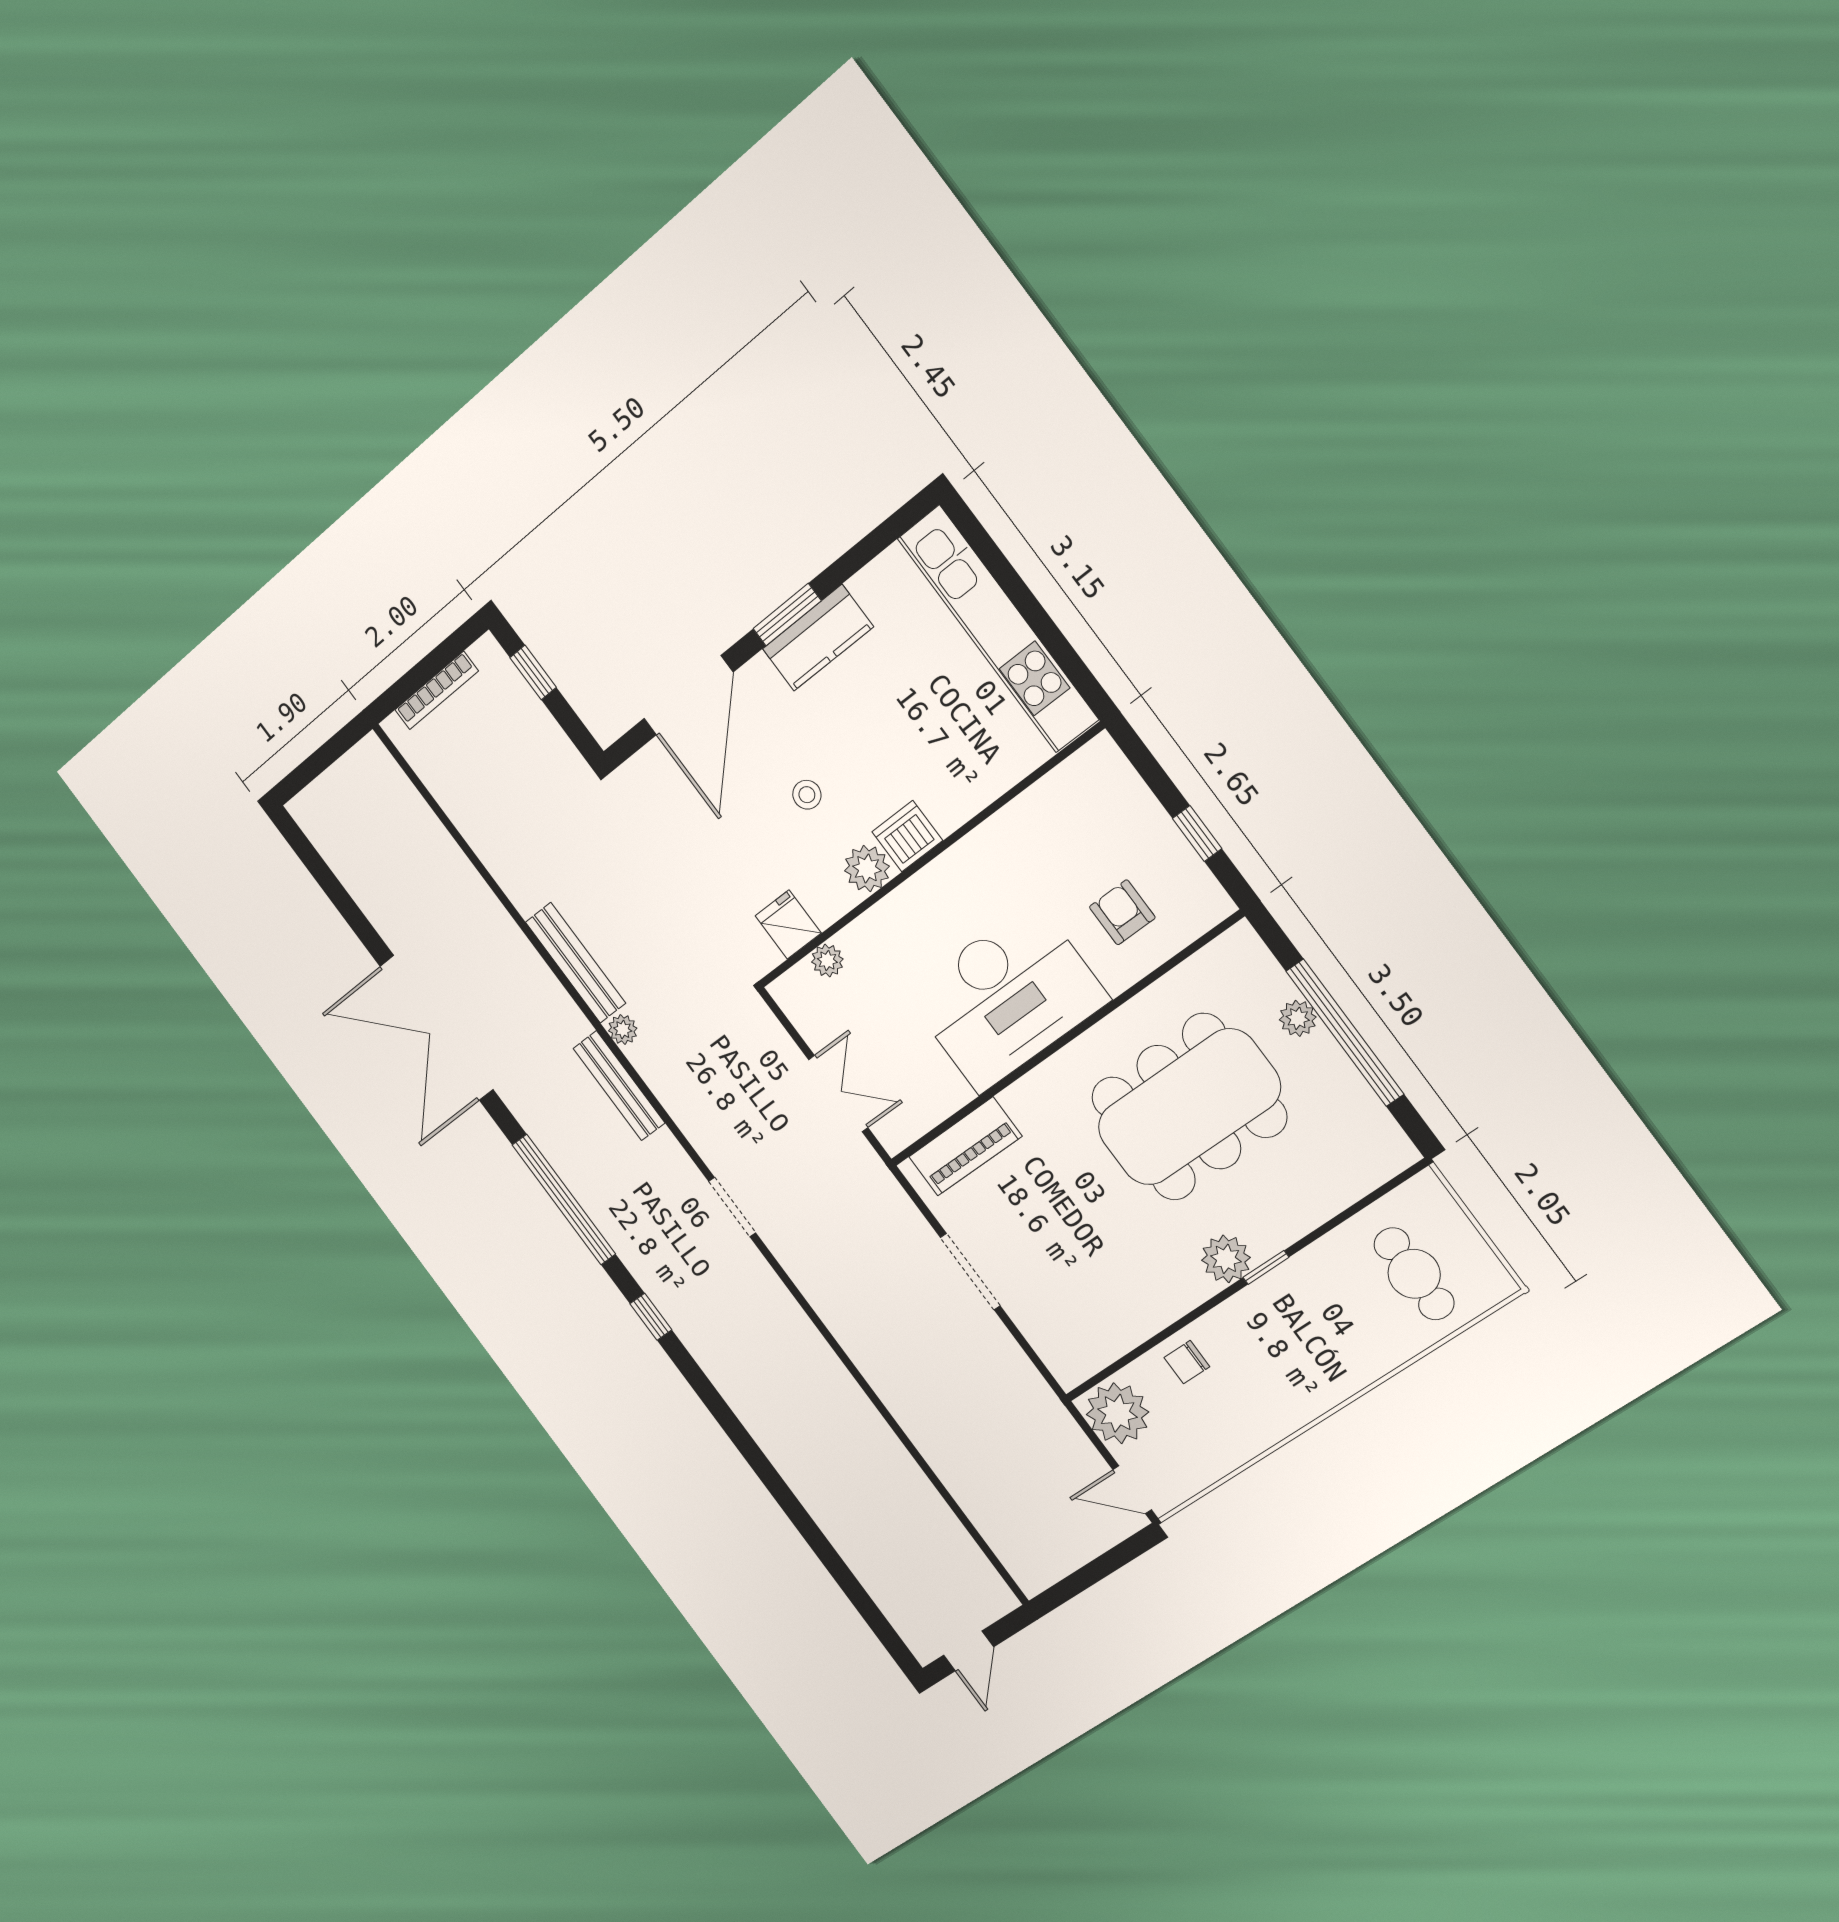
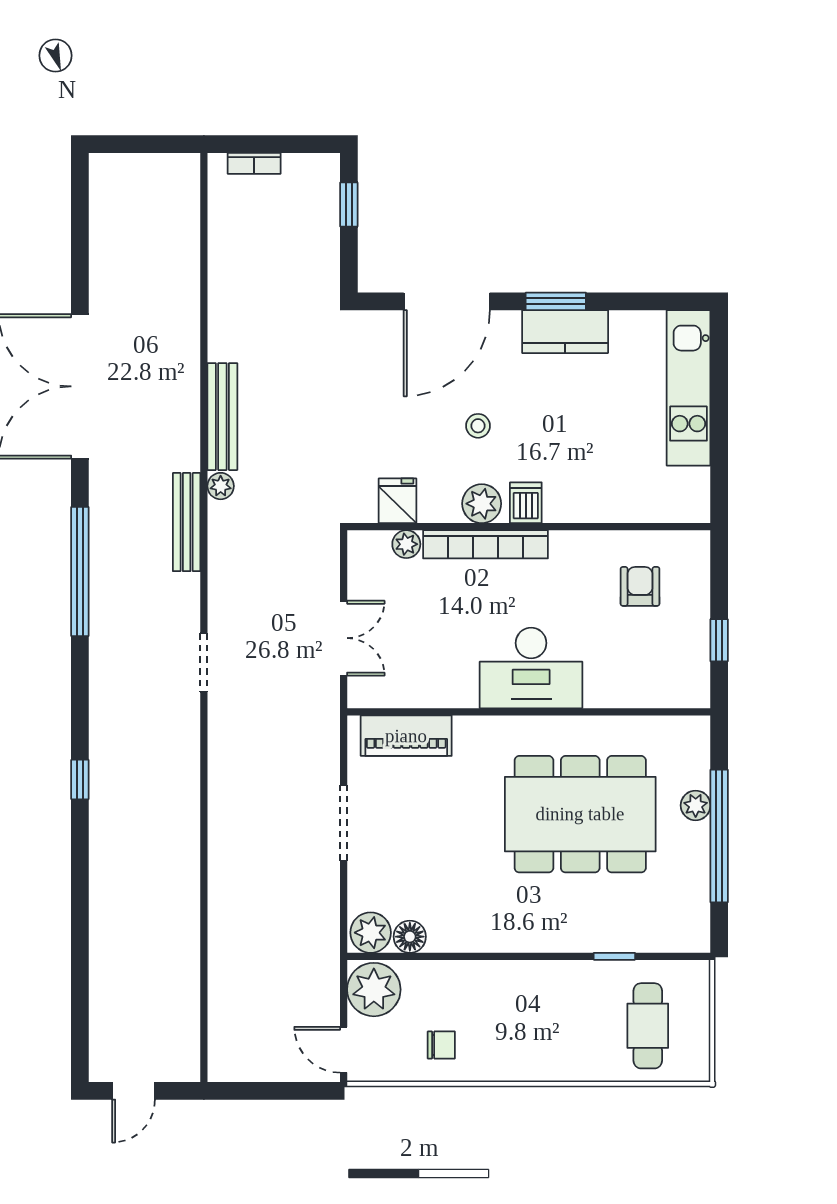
kitchen unit: (998, 629) -> (688, 388), width x0.73
bookcase: (437, 690) -> (254, 163), width x0.64
dishwasher: (907, 836) -> (526, 503), width x0.73
bookcase: (900, 906) -> (485, 544), added
armchair: (1122, 912) -> (640, 586), moved
desk: (1007, 997) -> (531, 668), width x0.73, depth x0.77
plant: (1226, 1259) -> (371, 933), moved
window: (1266, 1267) -> (614, 956), moved
window: (651, 1317) -> (80, 780), moved
floor lamp: (1114, 1340) -> (410, 937), added
chair: (1187, 1362) -> (441, 1045), moved, turned 180

